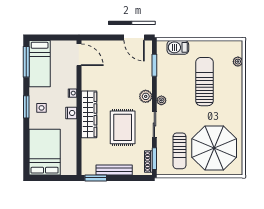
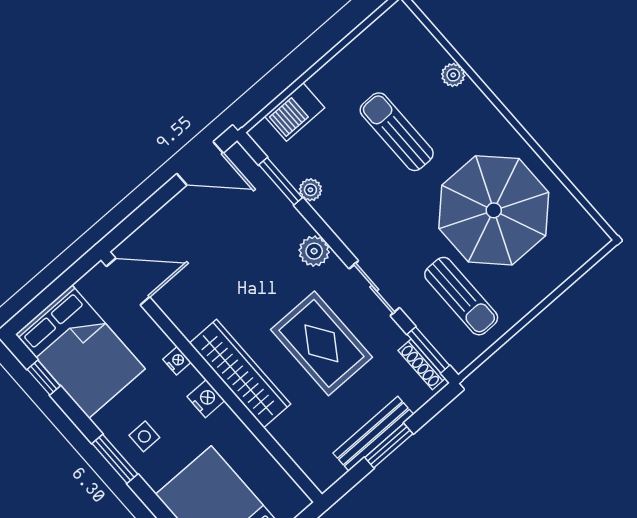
window: (26, 62) -> (44, 378), width x0.46
plant: (238, 62) -> (453, 75), moved
bed: (40, 64) -> (80, 352), width x1.50
sun lounger: (204, 82) -> (397, 132), width x0.73, depth x0.75
plant: (161, 100) -> (310, 190), moved
parasol: (214, 148) -> (494, 210), moved
window: (96, 178) -> (389, 446), moved

